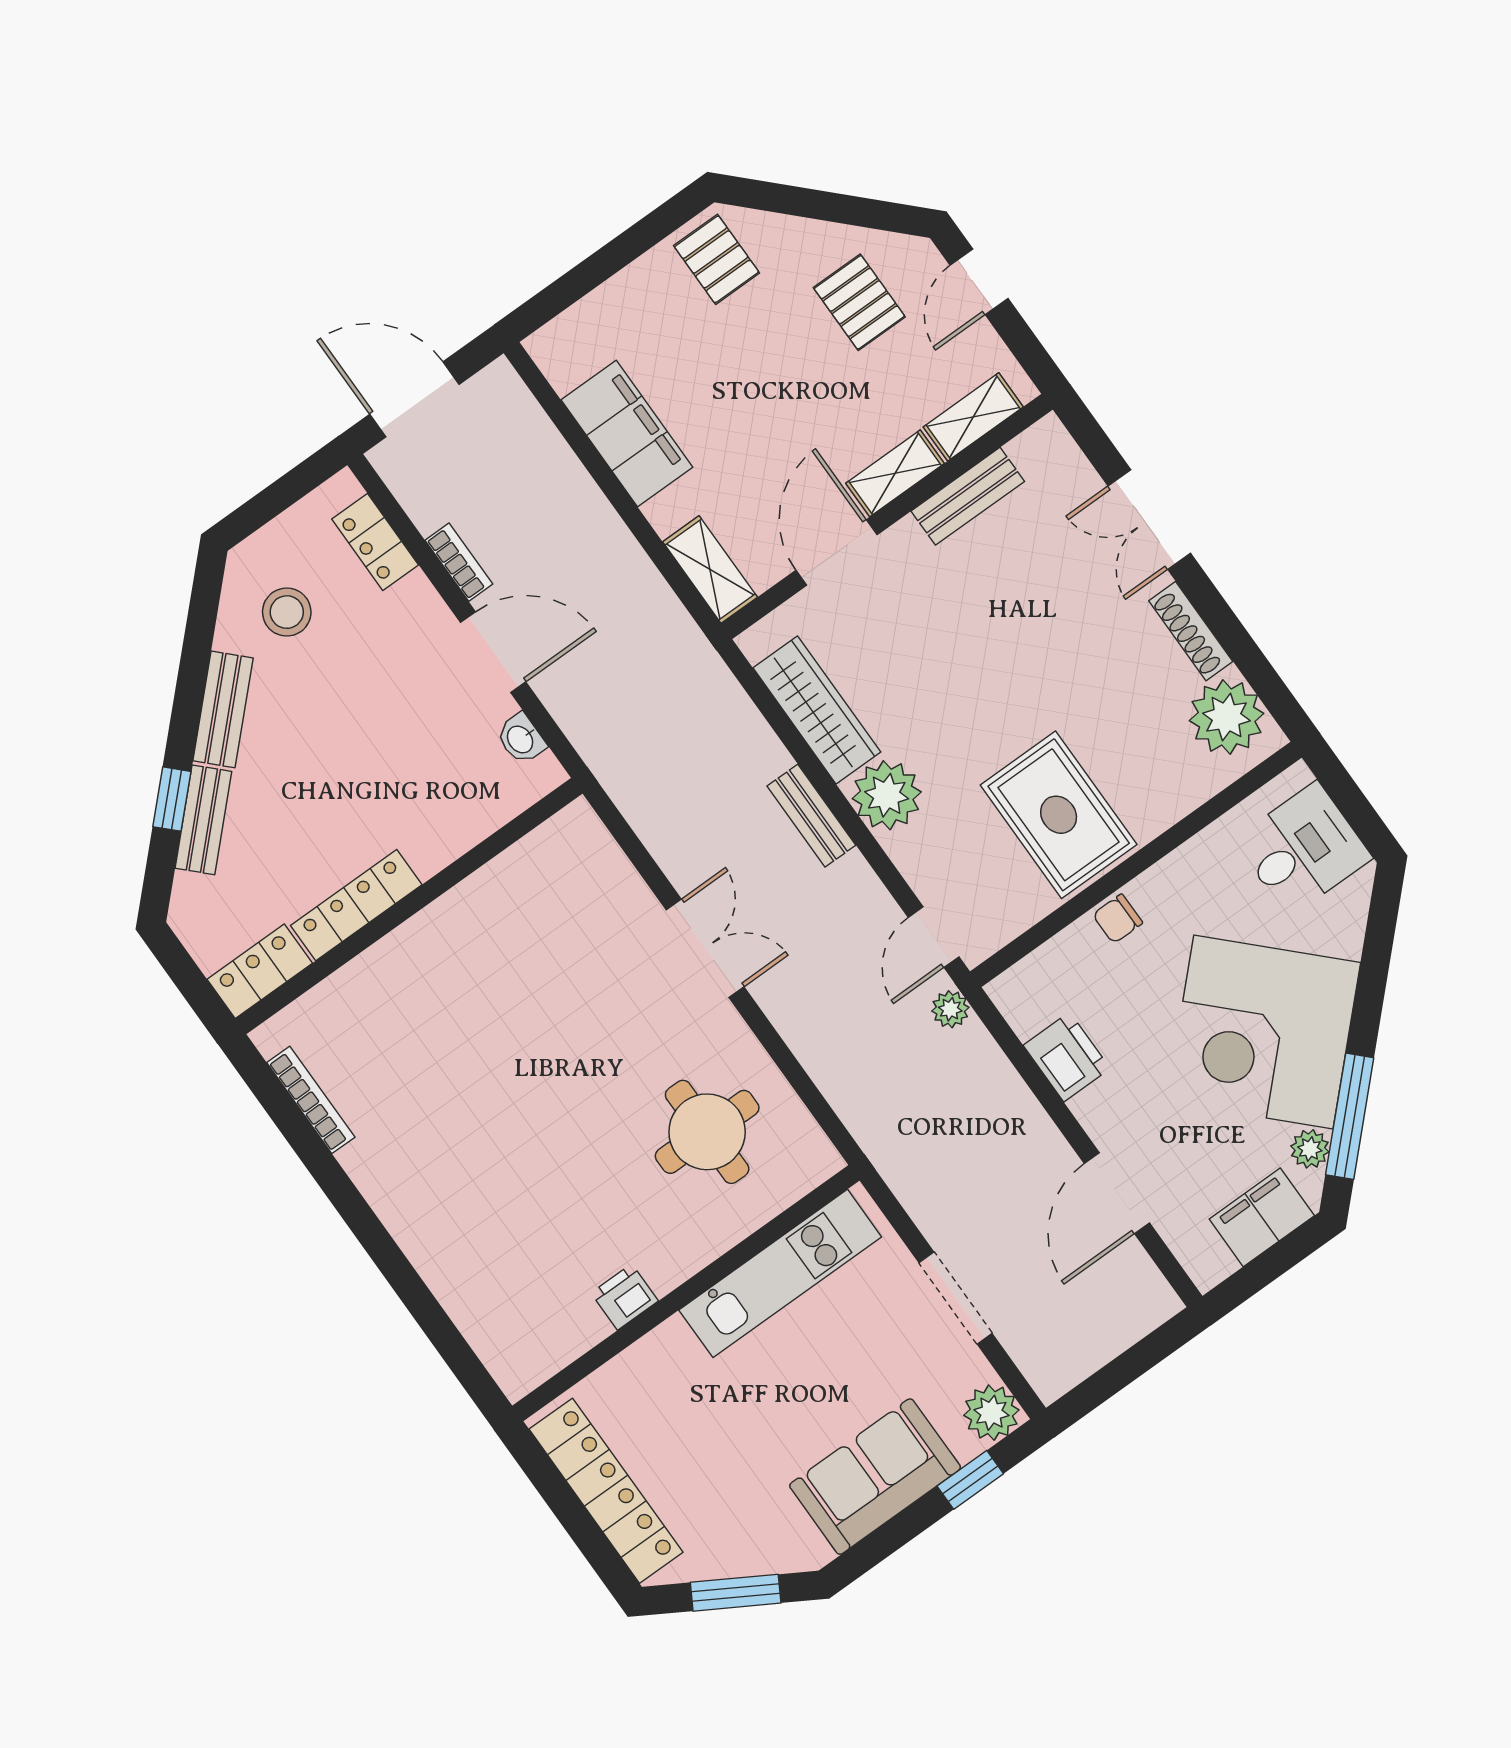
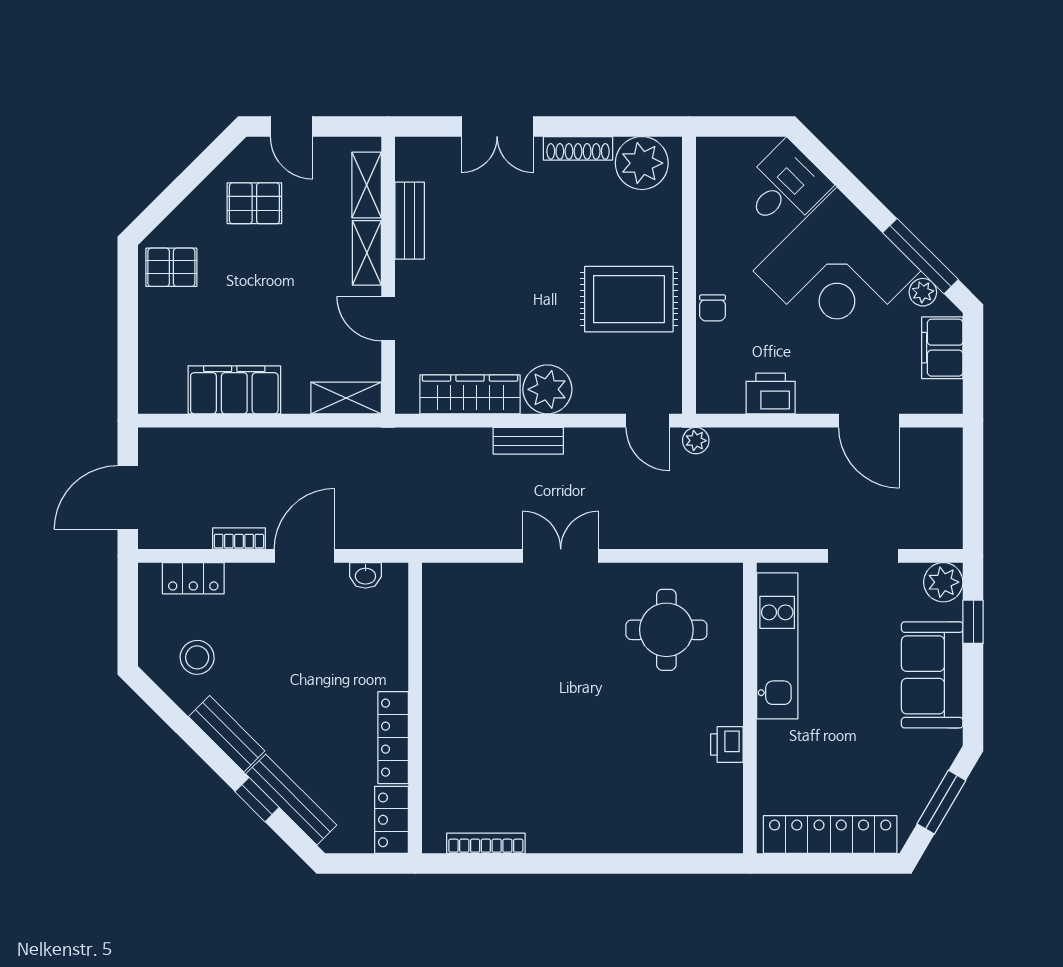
door: (837, 553) -> (388, 319), width x0.73
bench: (203, 820) -> (291, 800), width x1.36
desk: (1303, 849) -> (785, 187), moved, turned 45

